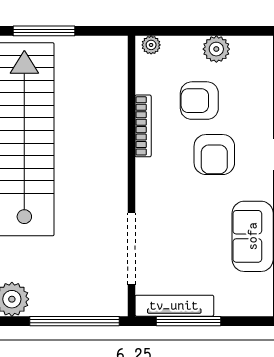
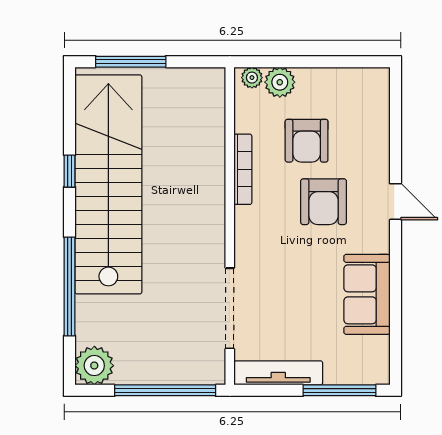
plant: (216, 49) -> (280, 82), moved
armchair: (199, 101) -> (307, 141), turned -90
window: (189, 321) -> (339, 390), moved

